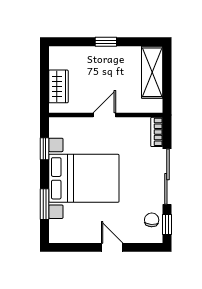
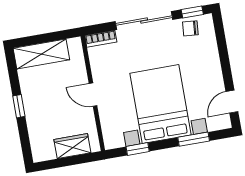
door: (112, 247) -> (232, 102), moved

